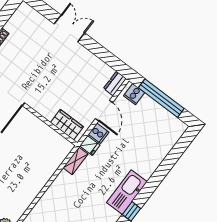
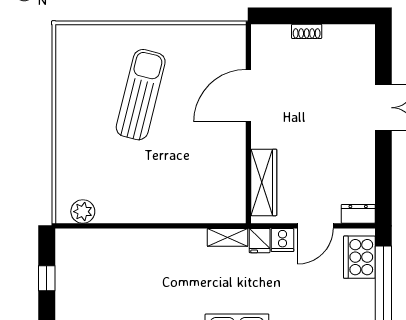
cooker: (134, 94) -> (359, 257), width x1.87, depth x1.31
wardrobe: (67, 125) -> (264, 182), width x1.50

